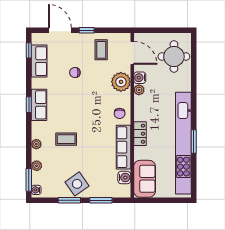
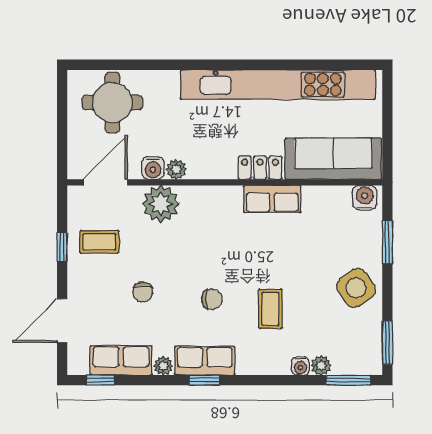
window: (87, 30) -> (62, 247), moved
chair: (120, 113) -> (212, 299), moved
window: (194, 141) -> (275, 65), removed
plant: (36, 144) -> (163, 366), moved
row of seats: (124, 147) -> (272, 199), width x0.68
water cooler: (124, 178) -> (365, 198), moved
sofa: (145, 179) -> (333, 159), width x1.36
water cooler: (36, 190) -> (300, 366), moved
window: (69, 200) -> (387, 342), moved

